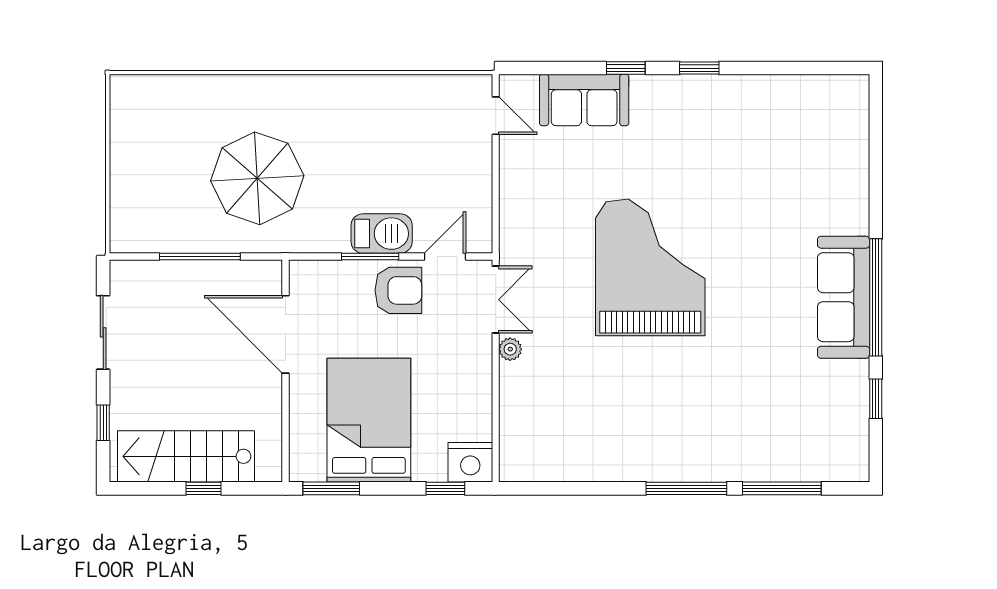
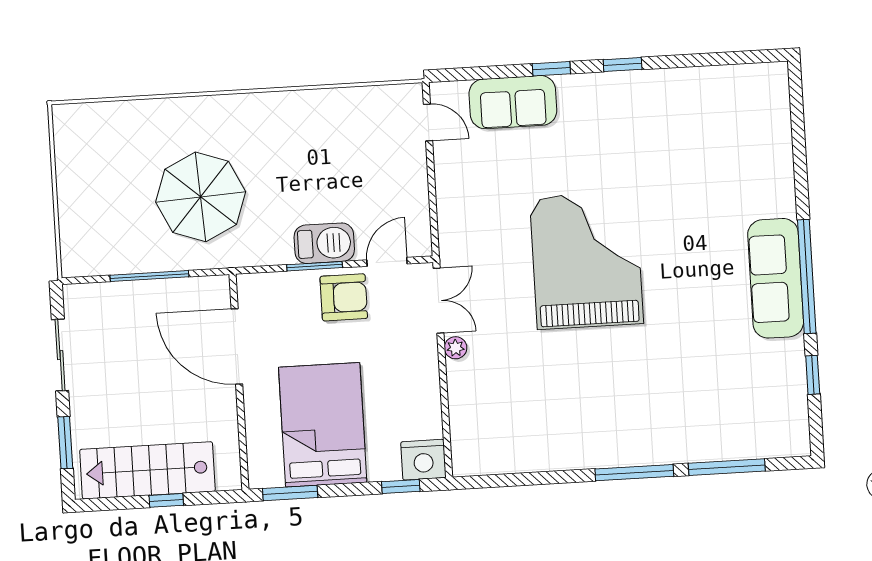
window: (103, 423) -> (65, 443), width x1.50

